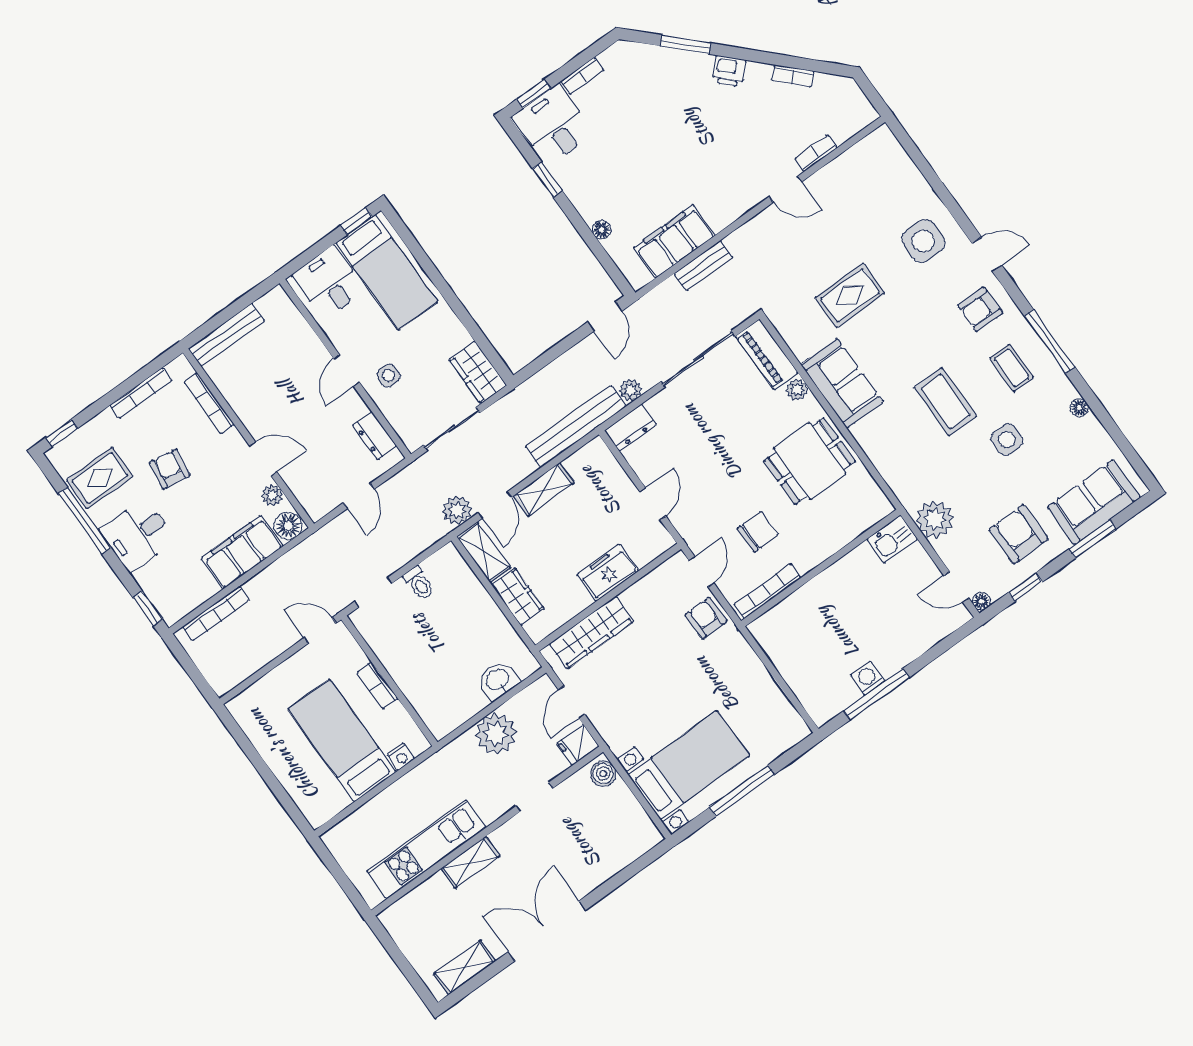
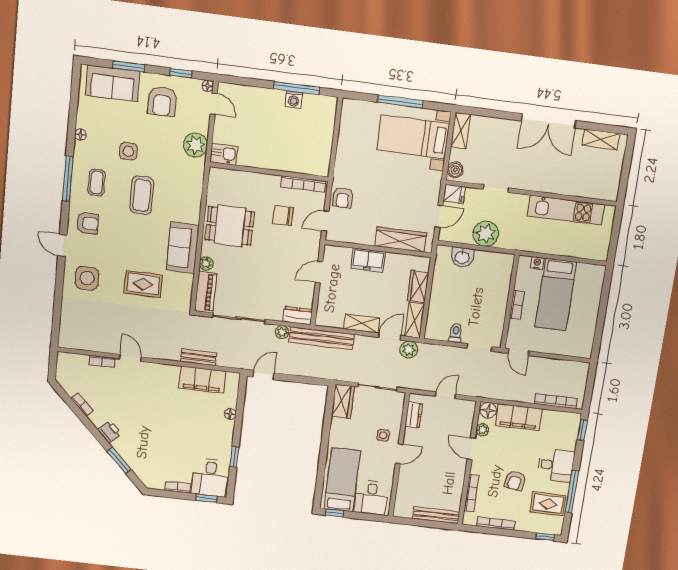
shelving: (470, 862) -> (461, 131), moved, turned 90

